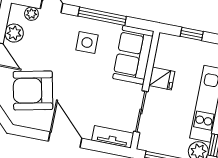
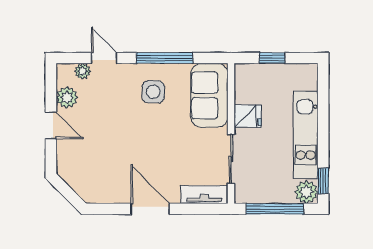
armchair: (33, 90) -> (102, 159), removed

